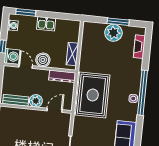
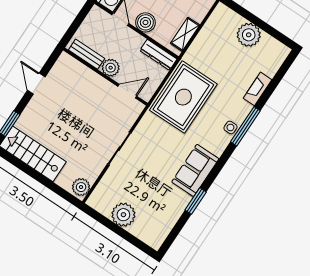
window: (118, 22) -> (261, 24), removed
fireplace: (139, 47) -> (258, 89), moved
window: (142, 93) -> (245, 126), width x0.68

